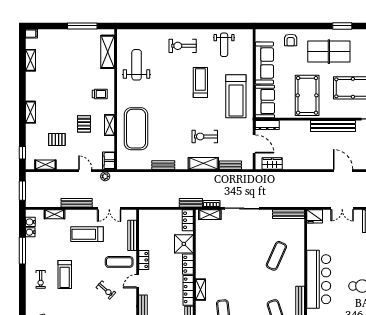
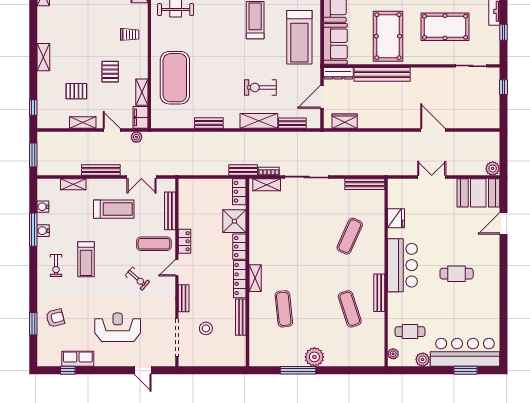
shelving: (110, 125) -> (142, 92), moved
bench: (333, 126) -> (382, 74), moved
door: (254, 144) -> (322, 97), swing flipped
shelving: (45, 165) -> (83, 122), moved
double door: (342, 208) -> (432, 177), swing flipped
fridge: (315, 216) -> (396, 218), moved, turned -90
water cooler: (30, 222) -> (43, 231), moved
treadmill: (87, 234) -> (114, 209), turned 180
bar counter: (319, 279) -> (402, 265), width x0.73

